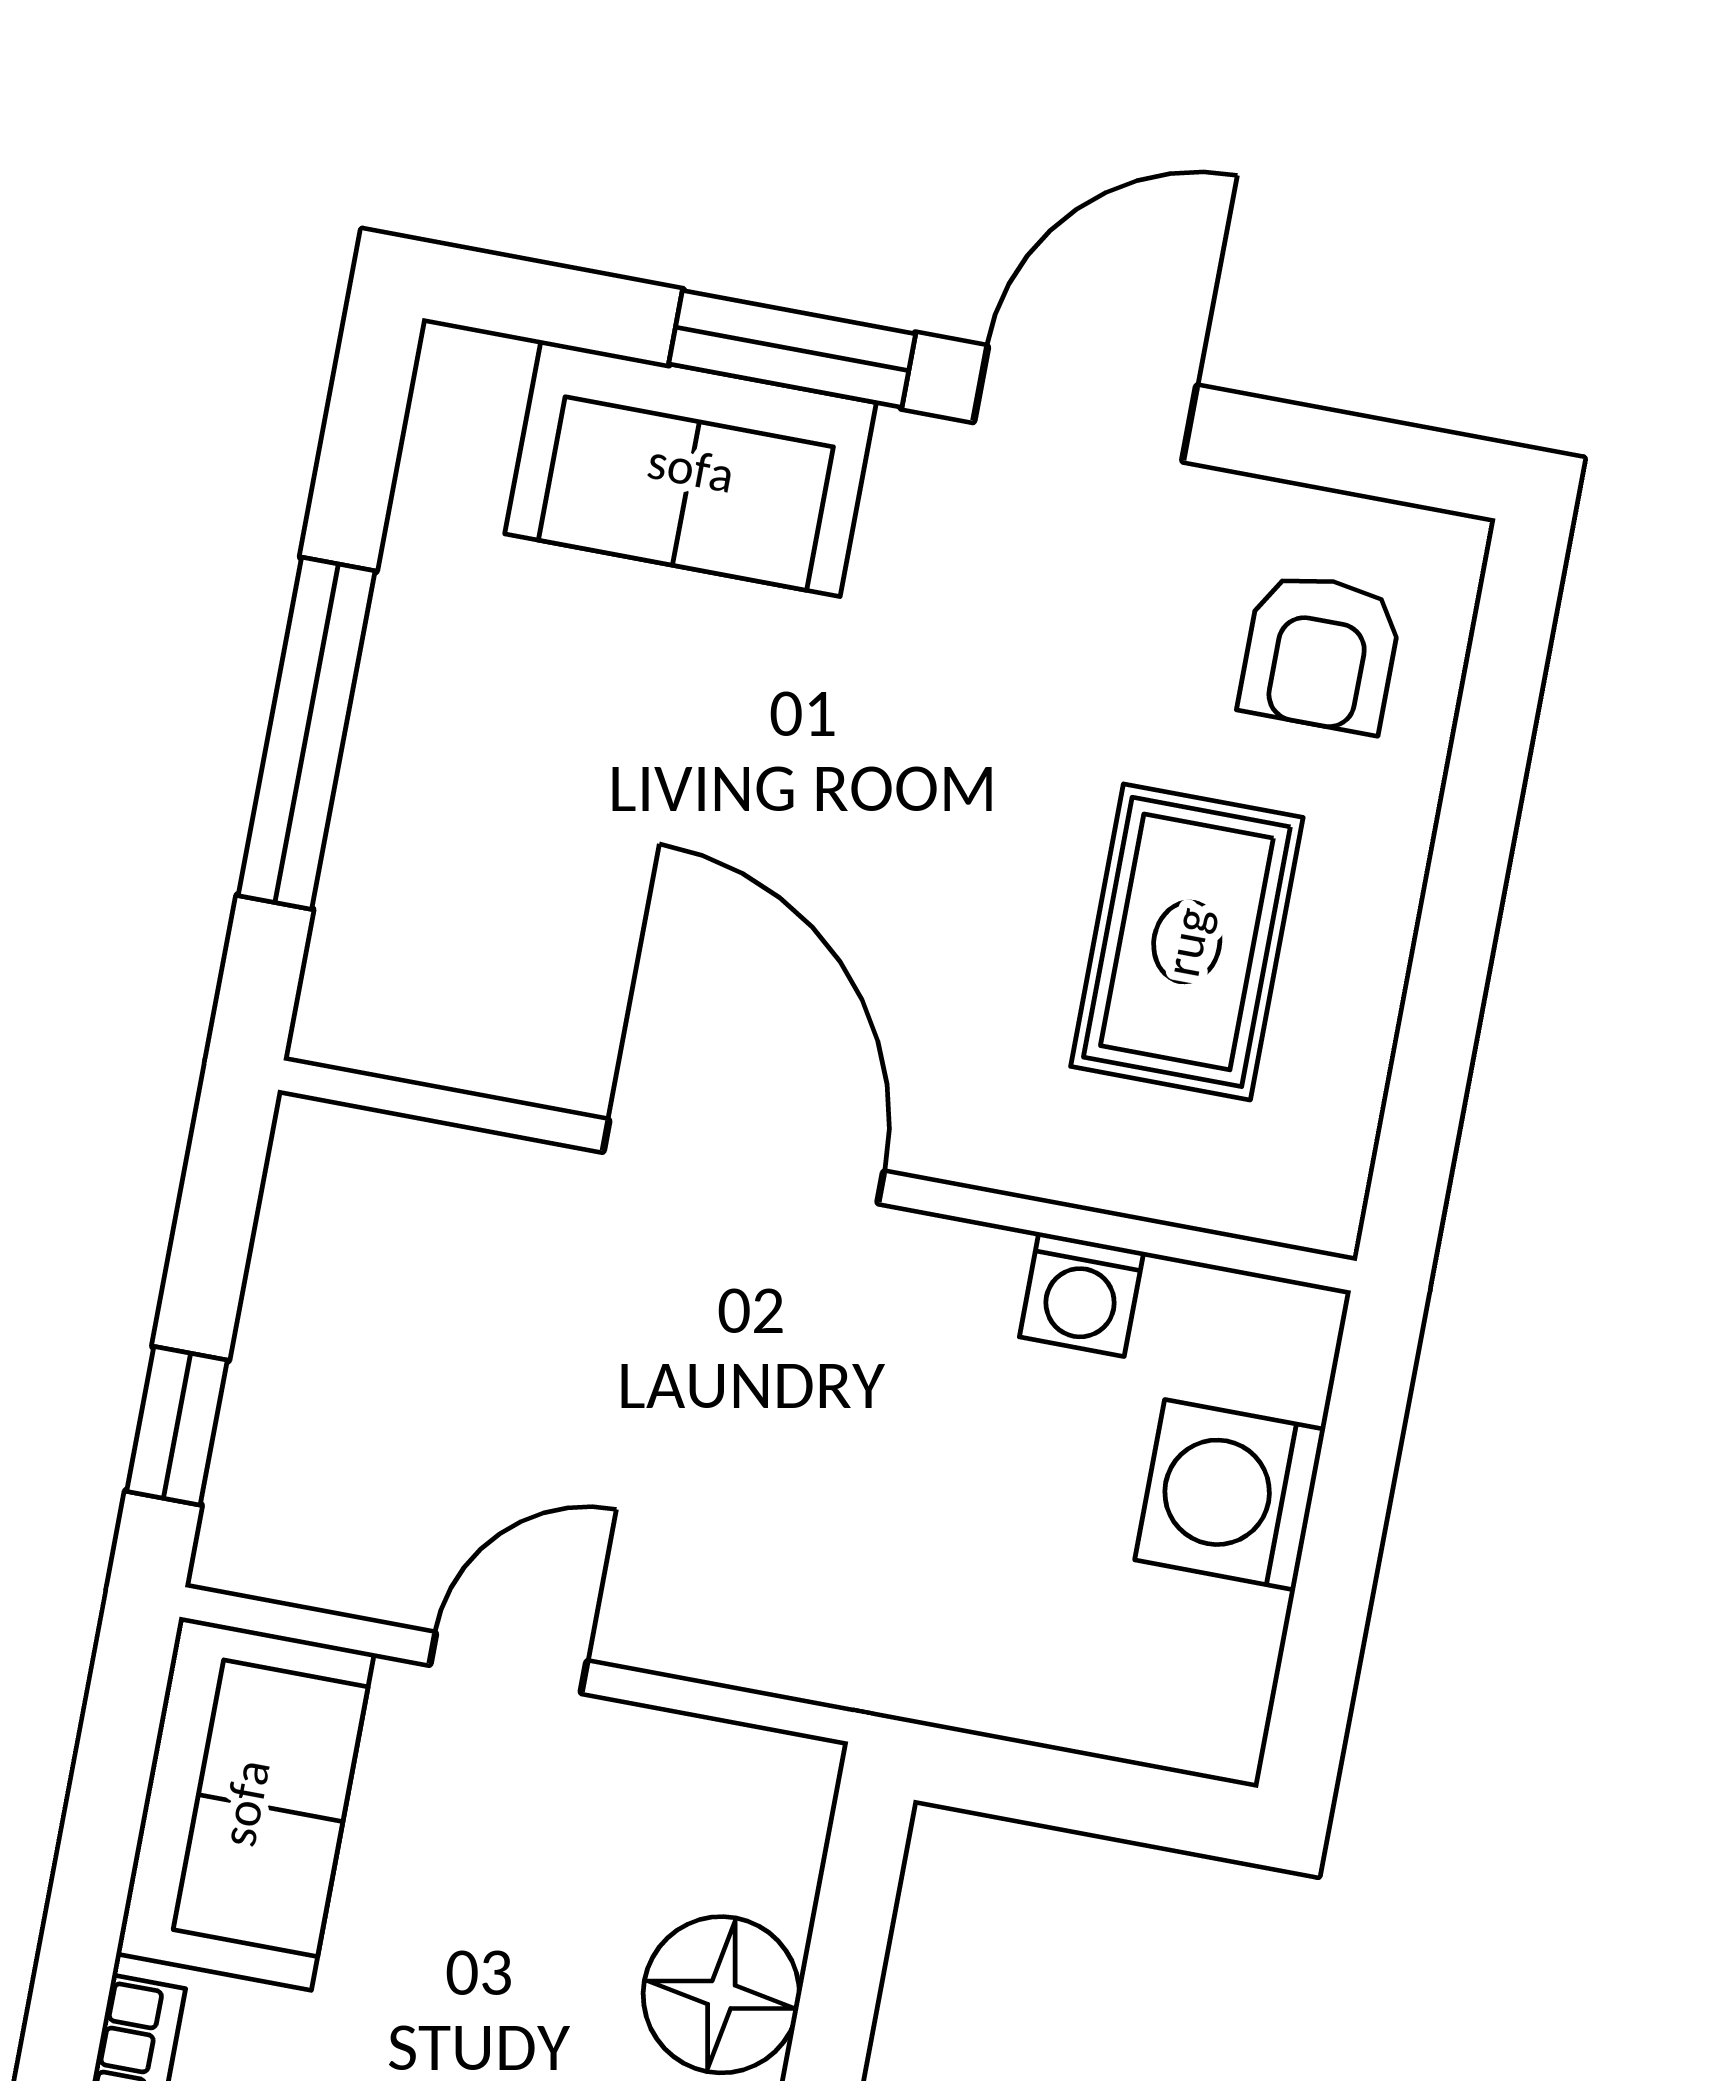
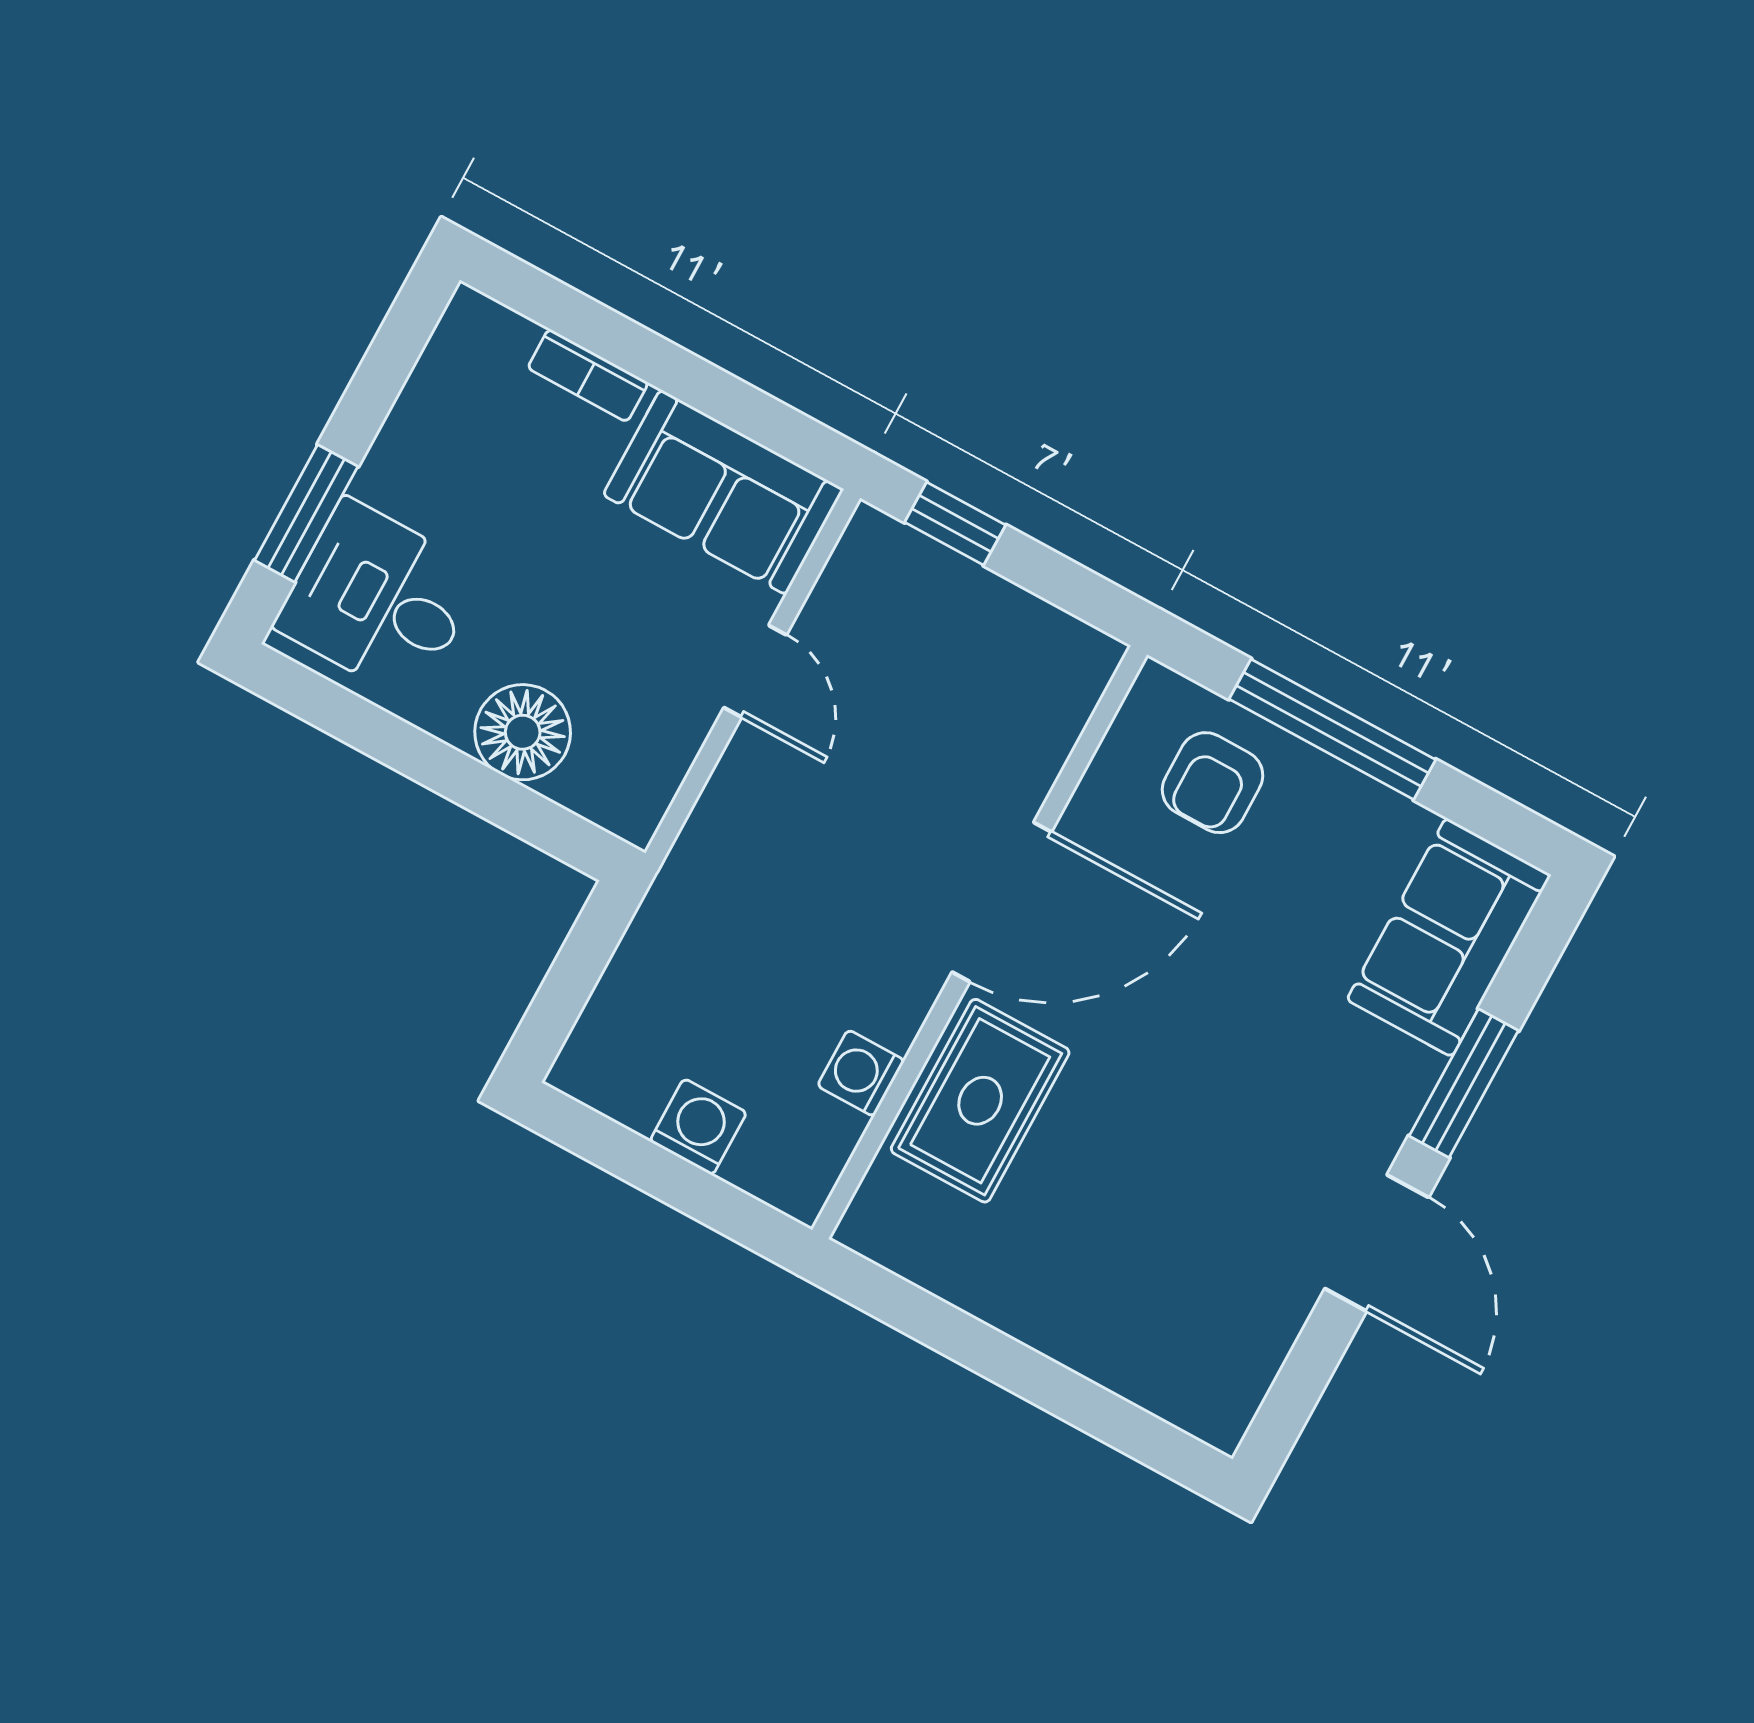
sofa: (691, 468) -> (1449, 937), moved
armchair: (1320, 652) -> (1213, 783), moved, turned -90
rug: (1187, 942) -> (980, 1101), moved, turned 90
washing machine: (1230, 1495) -> (698, 1127), width x0.73, depth x0.73

